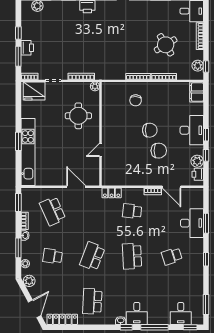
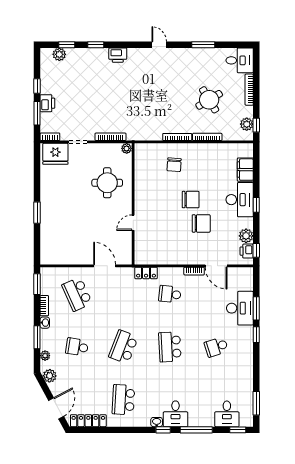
filing cabinet: (197, 92) -> (245, 170), moved
kitchen unit: (28, 152) -> (48, 225), removed
window: (206, 155) -> (256, 250), moved
window: (206, 259) -> (256, 335), moved

